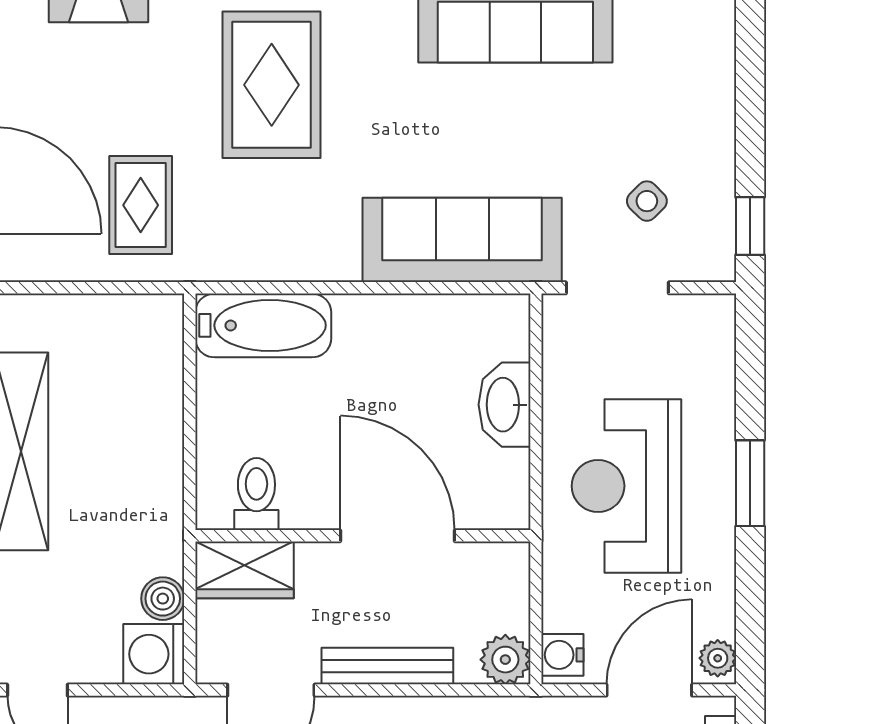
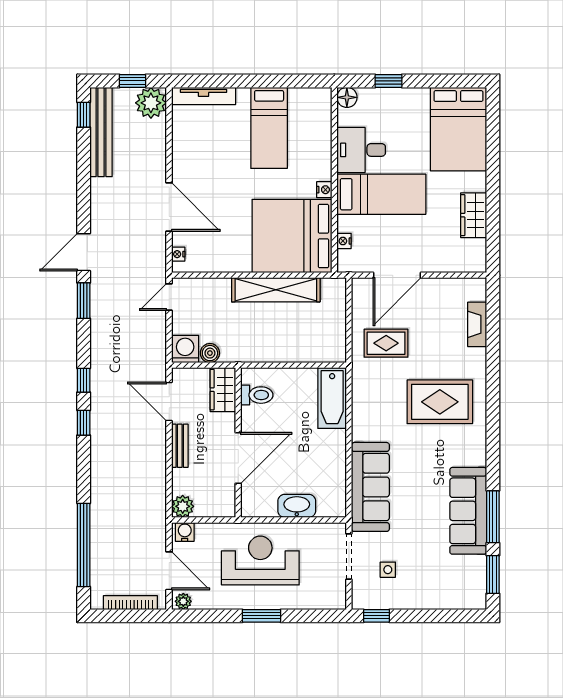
side table: (647, 201) -> (388, 570), turned 45
bench: (387, 666) -> (180, 446), width x0.73

